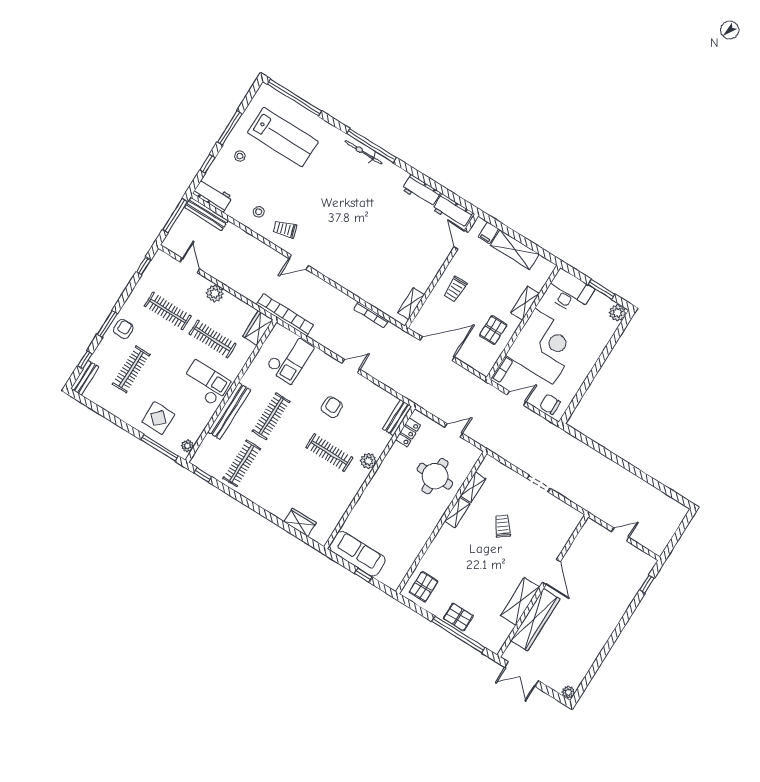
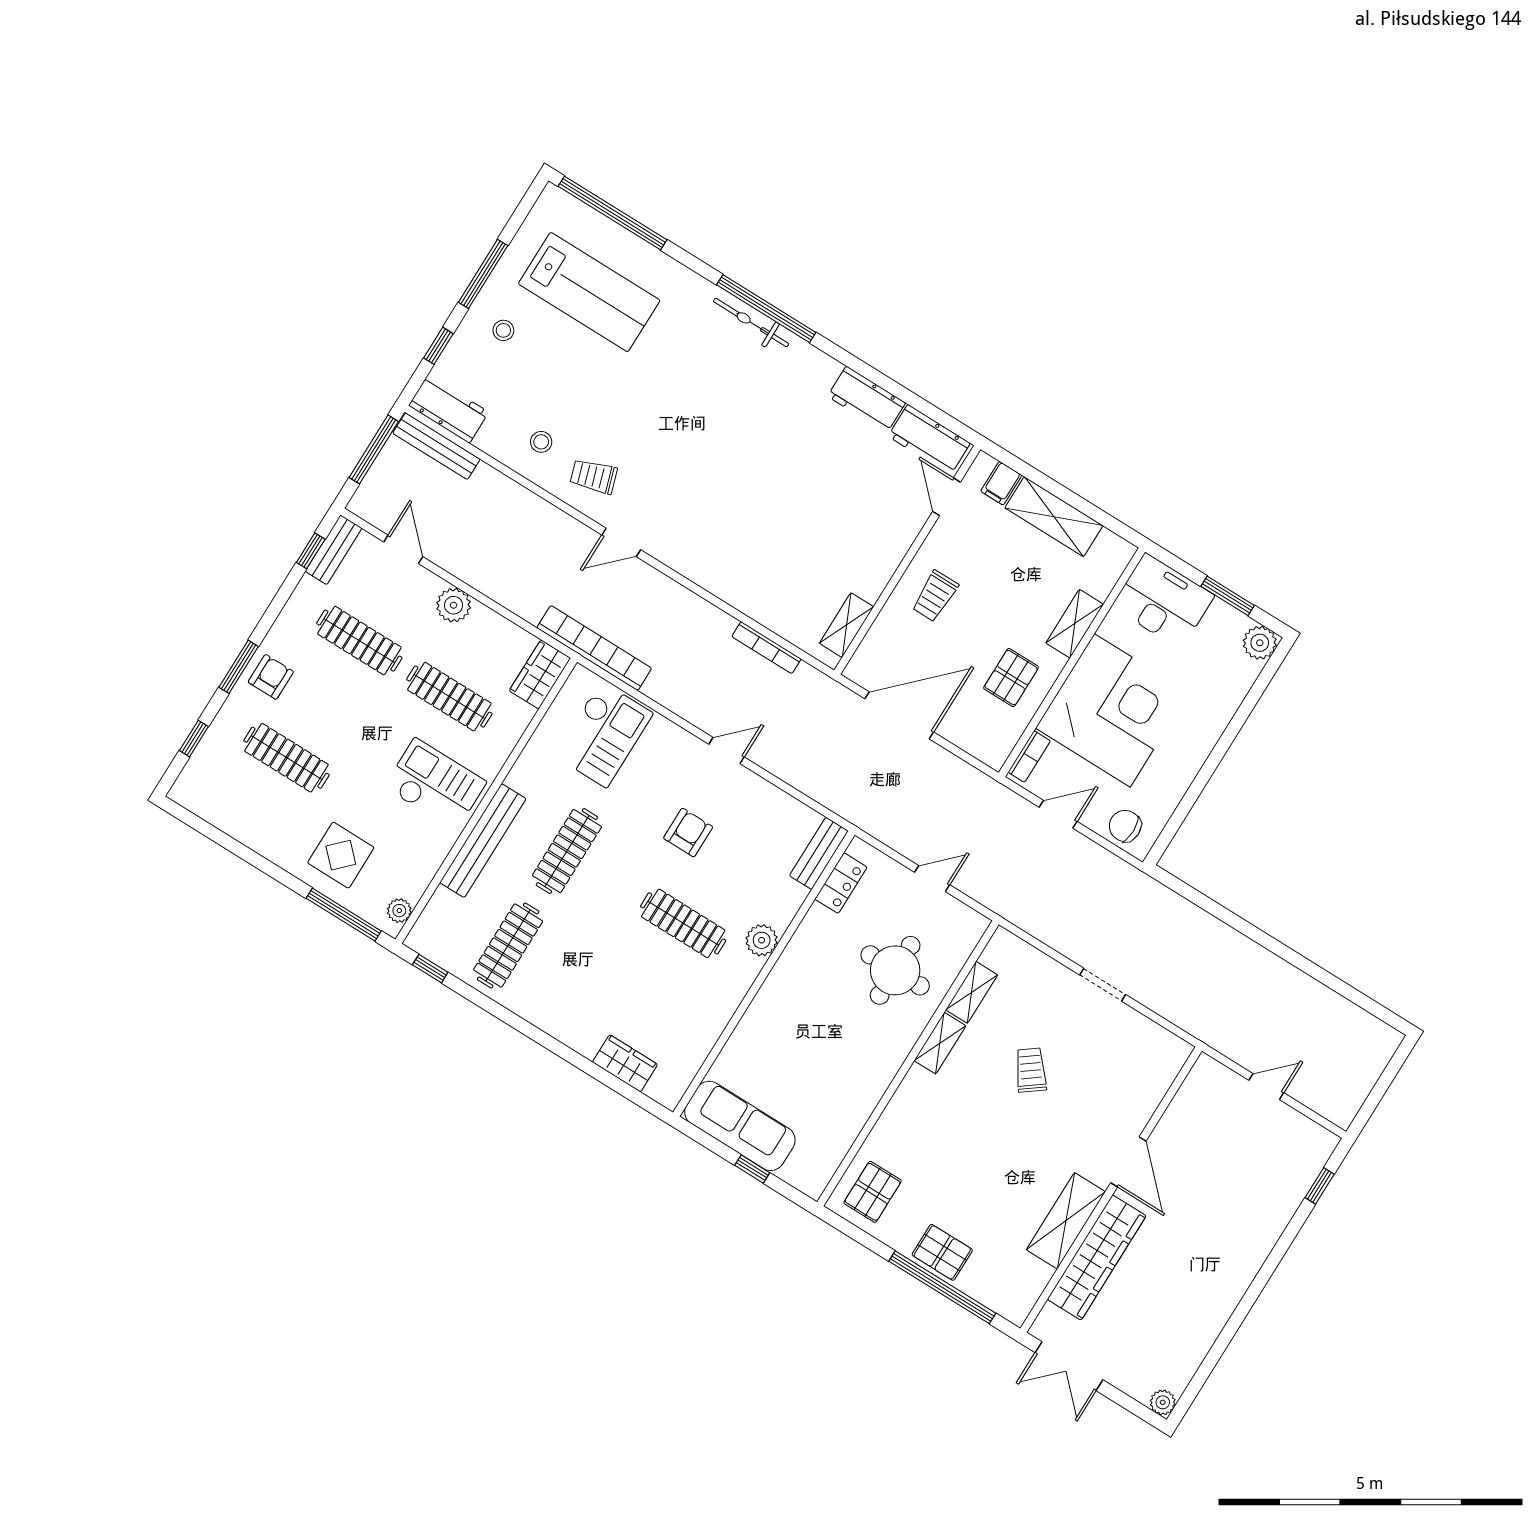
clothes rail: (131, 369) -> (286, 758), turned 90
bench: (85, 378) -> (334, 550), moved

